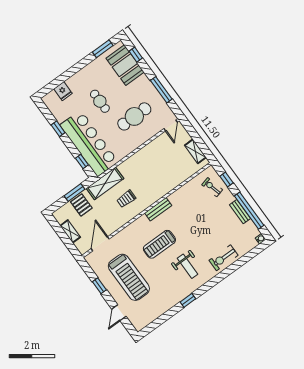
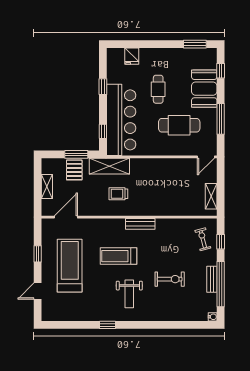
booth: (125, 65) -> (204, 89), moved
exercise bike: (223, 258) -> (170, 279), moved, turned 180
treadmill: (129, 277) -> (70, 266), turned 180

